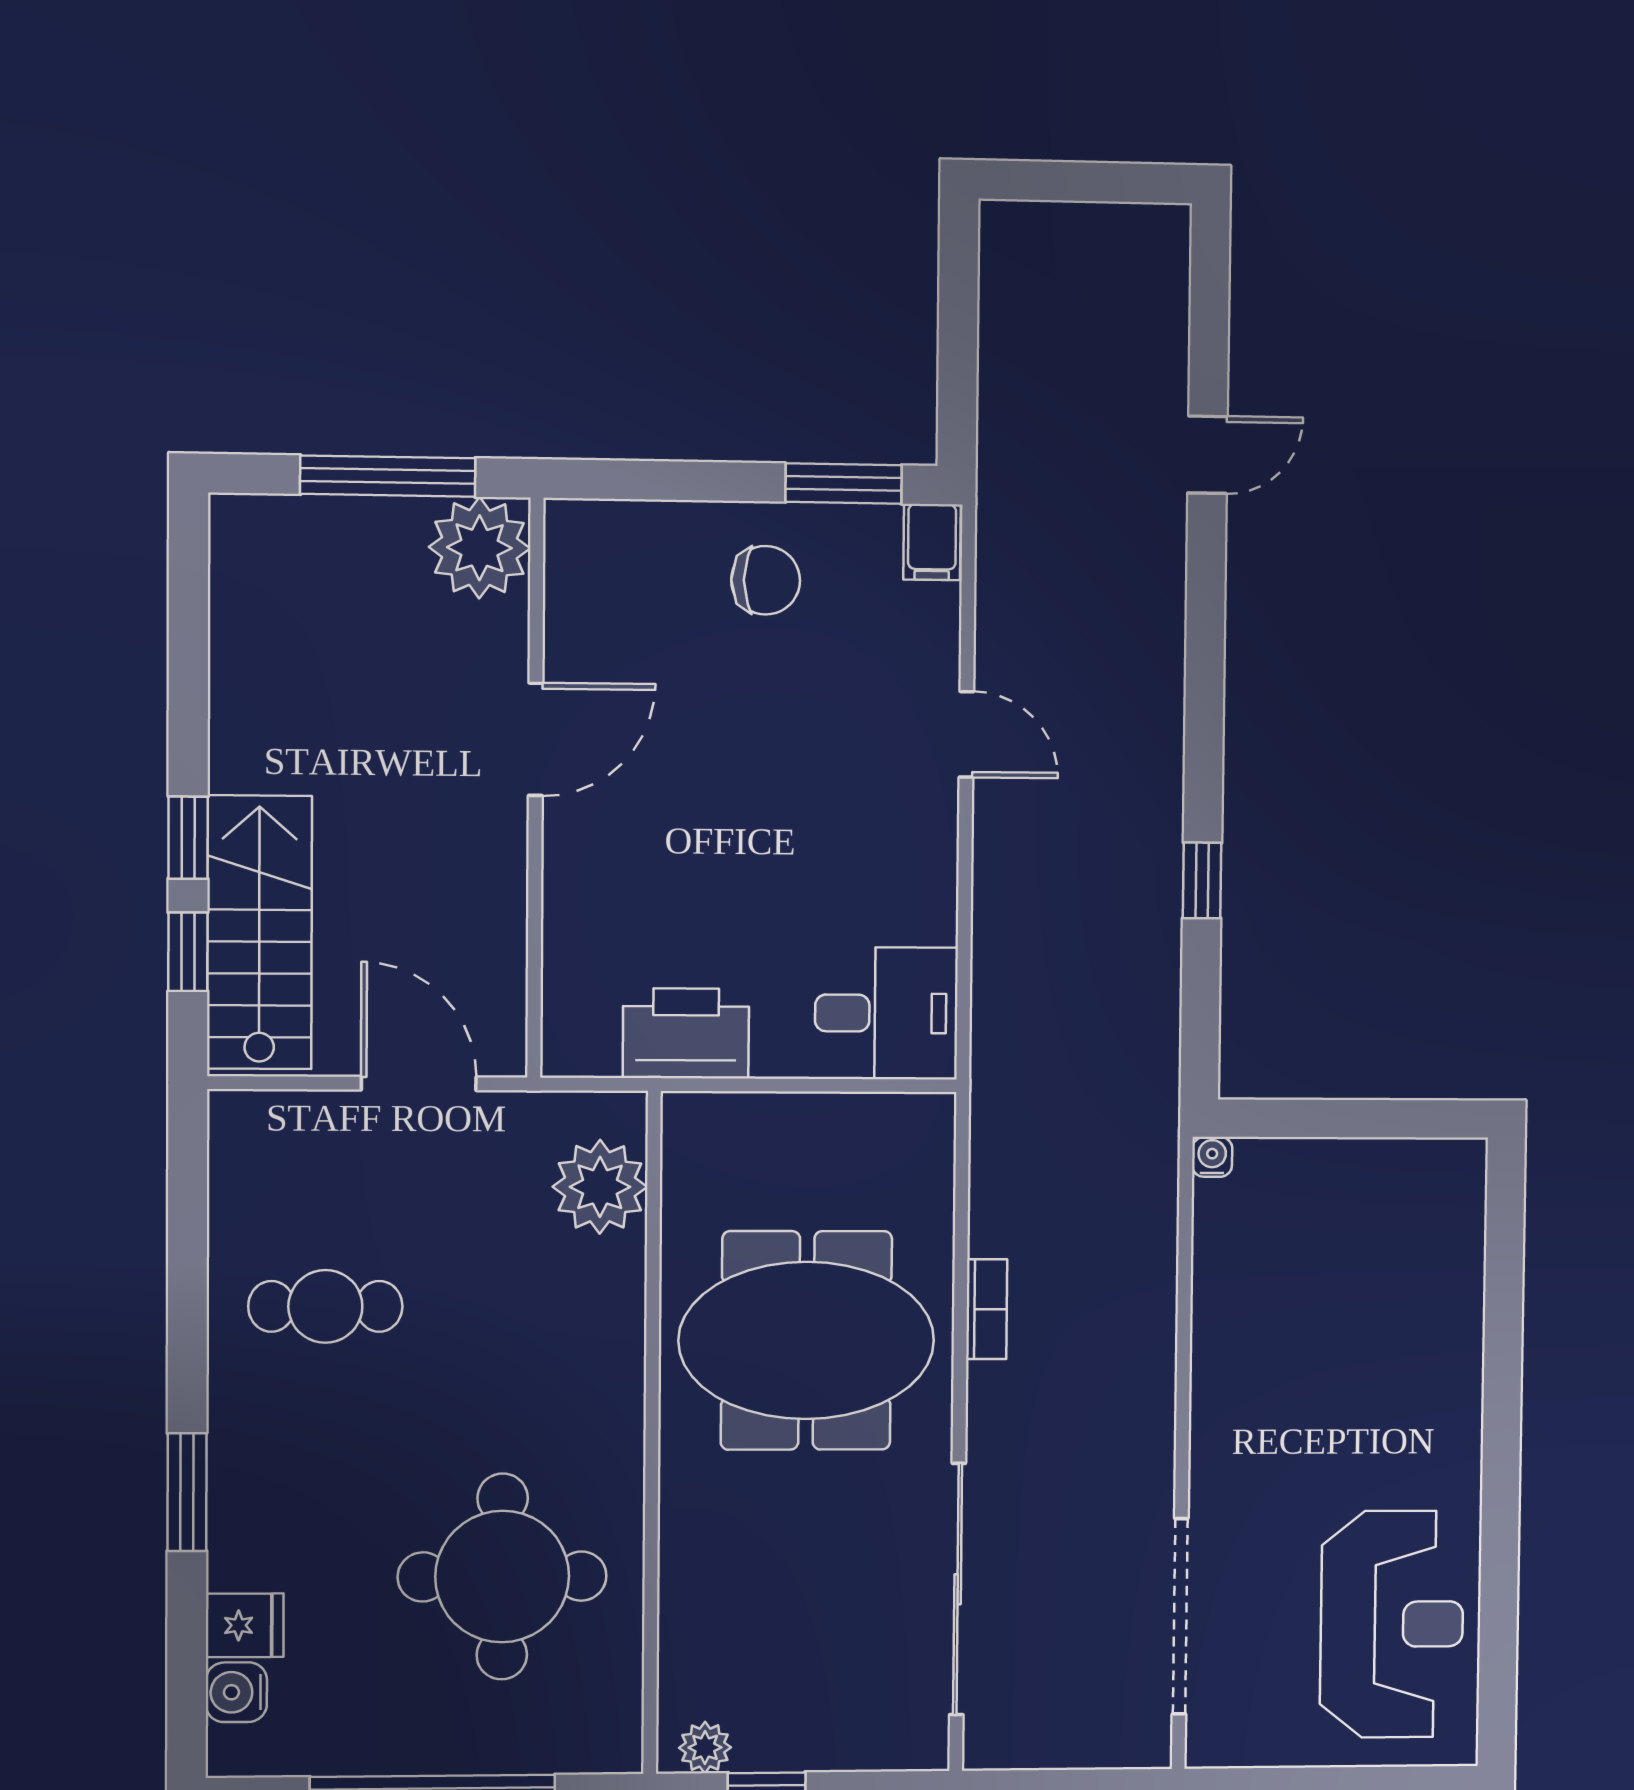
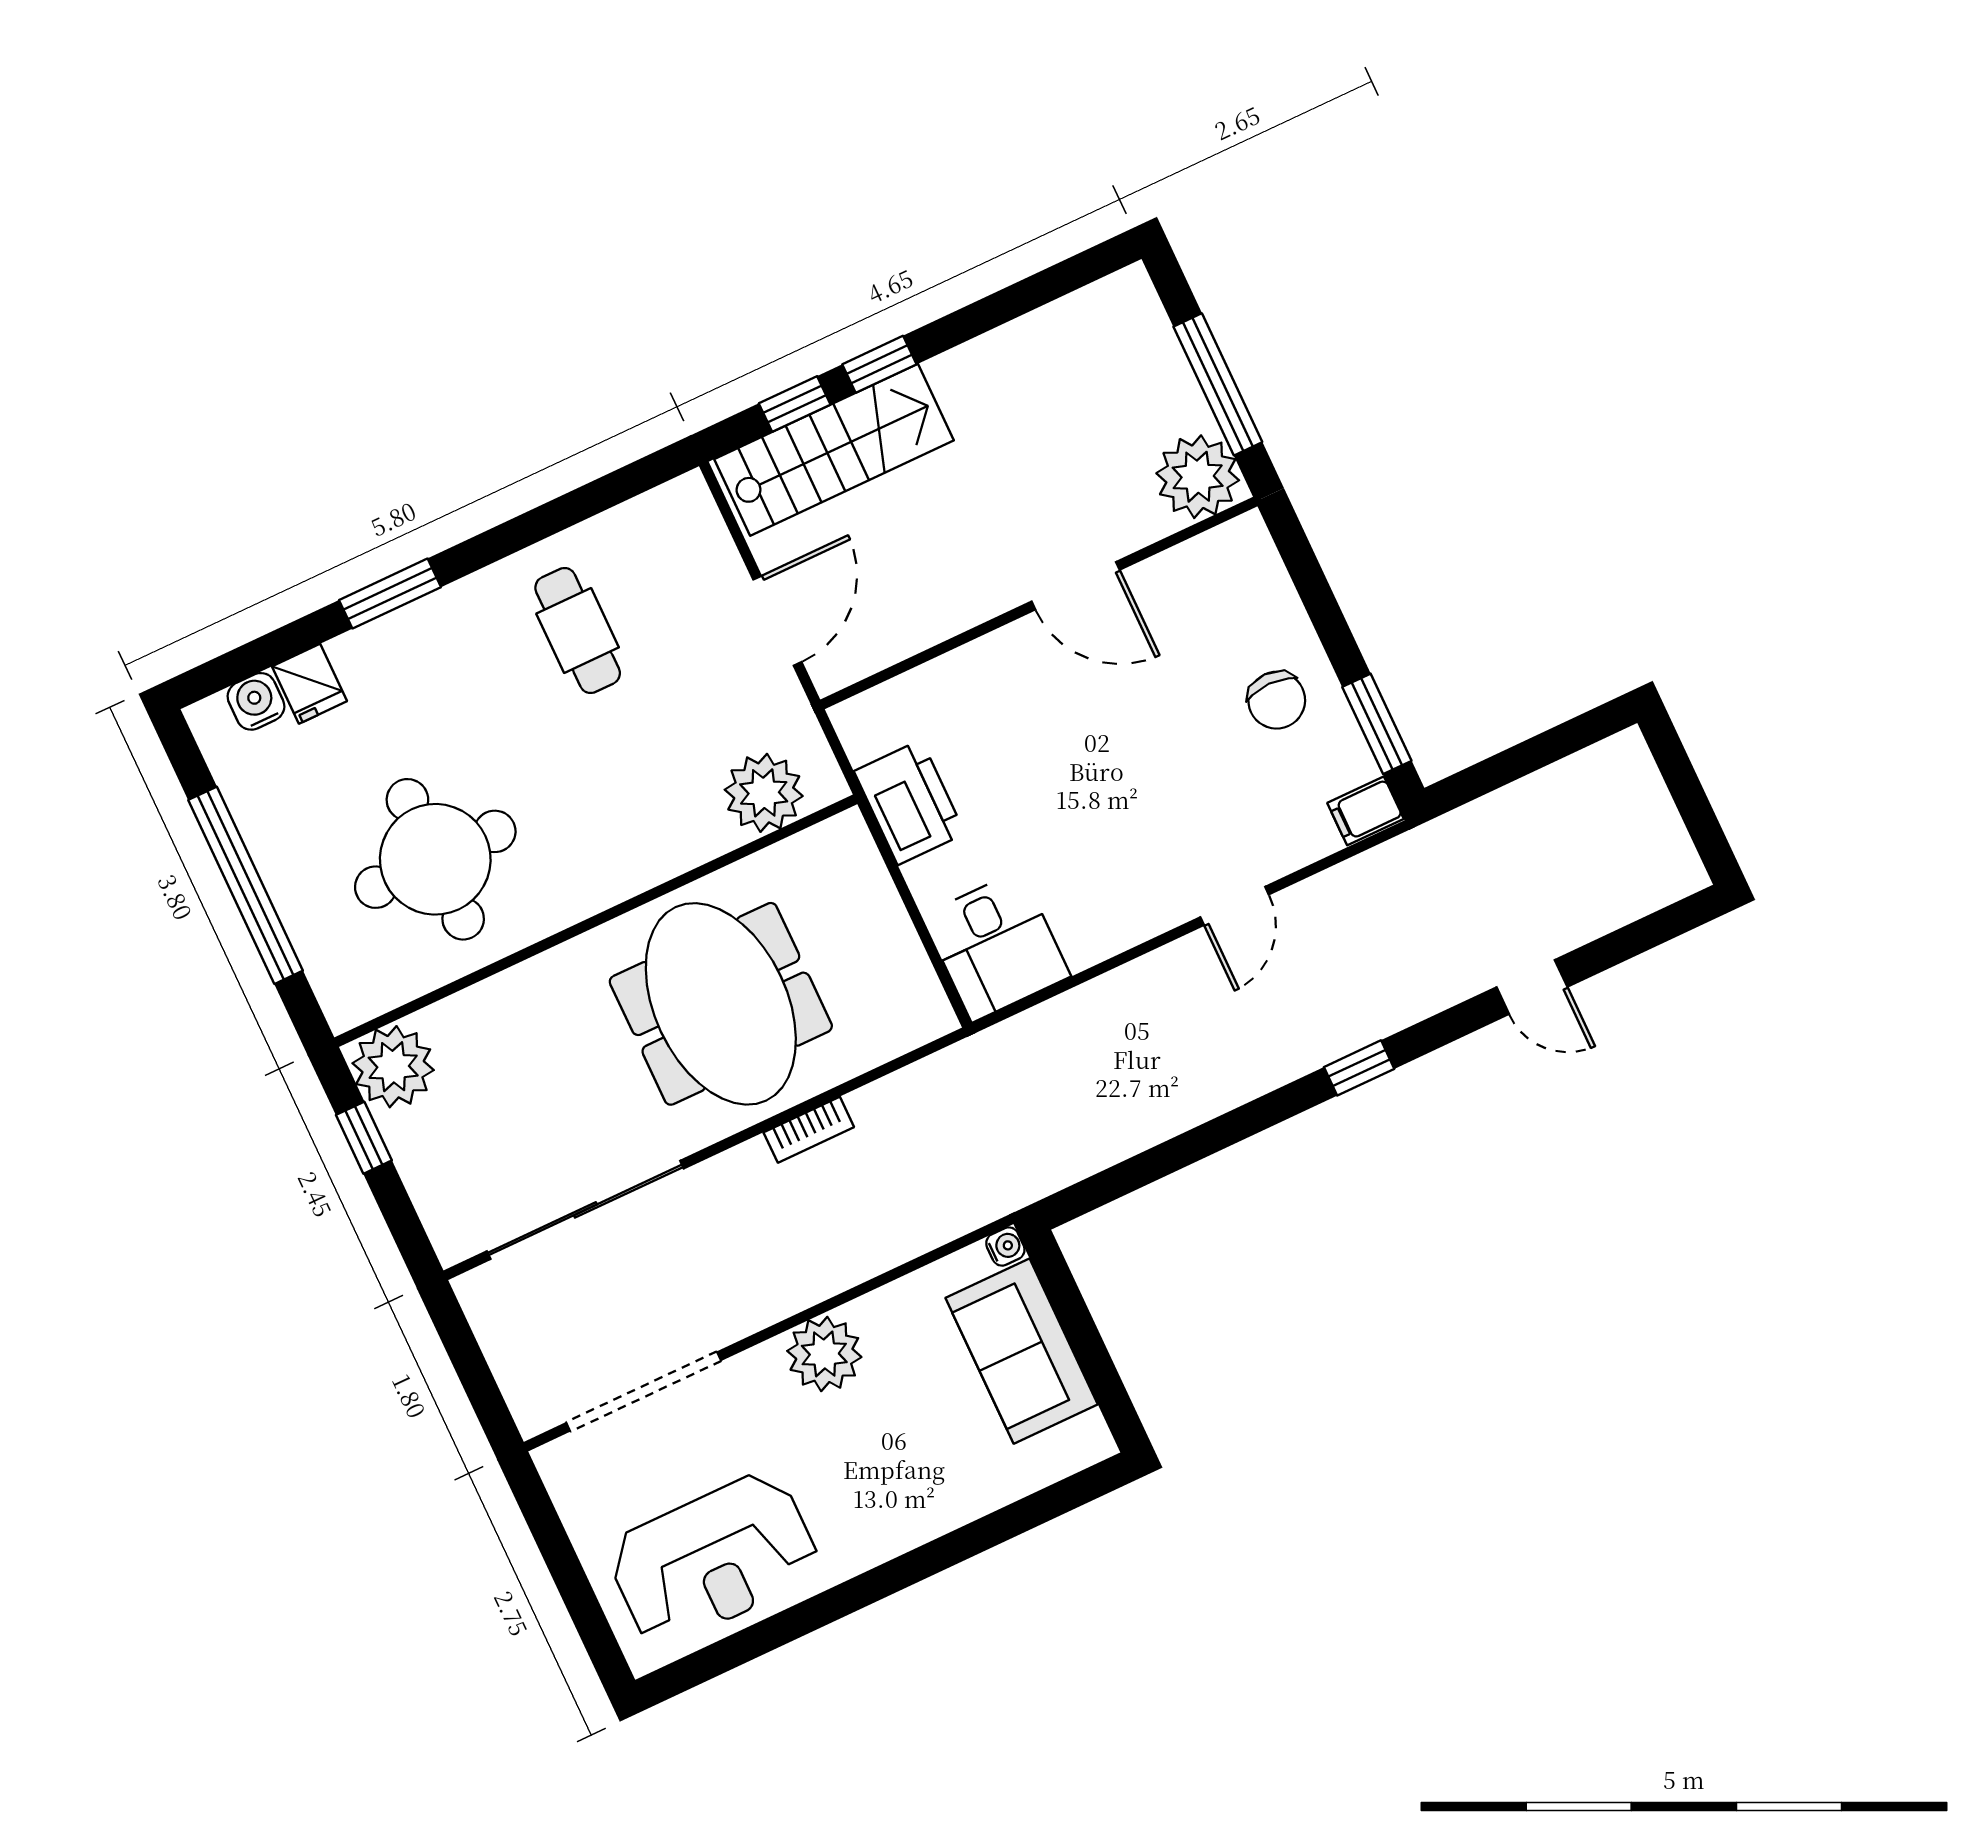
window: (1202, 880) -> (1359, 1068), moved
sofa: (1331, 1192) -> (1022, 1351), added
plant: (1233, 1405) -> (824, 1354), added
plant: (705, 1748) -> (393, 1067), width x1.88, depth x1.88

